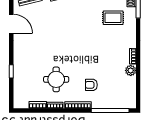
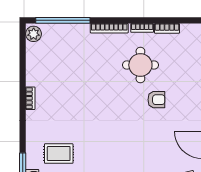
plant: (131, 70) -> (34, 34), moved
armchair: (91, 85) -> (156, 100), moved

